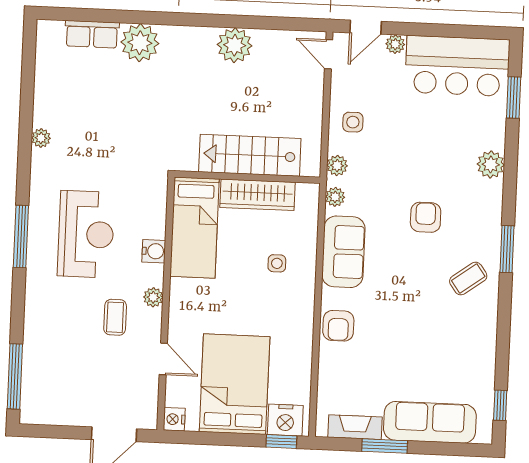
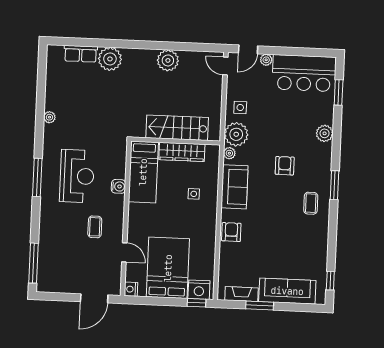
plant: (337, 166) -> (236, 134), width x1.87, depth x1.87
coffee table: (468, 279) -> (311, 203), turned -54
plant: (153, 297) -> (118, 215), removed
armchair: (338, 326) -> (231, 232), turned 180

